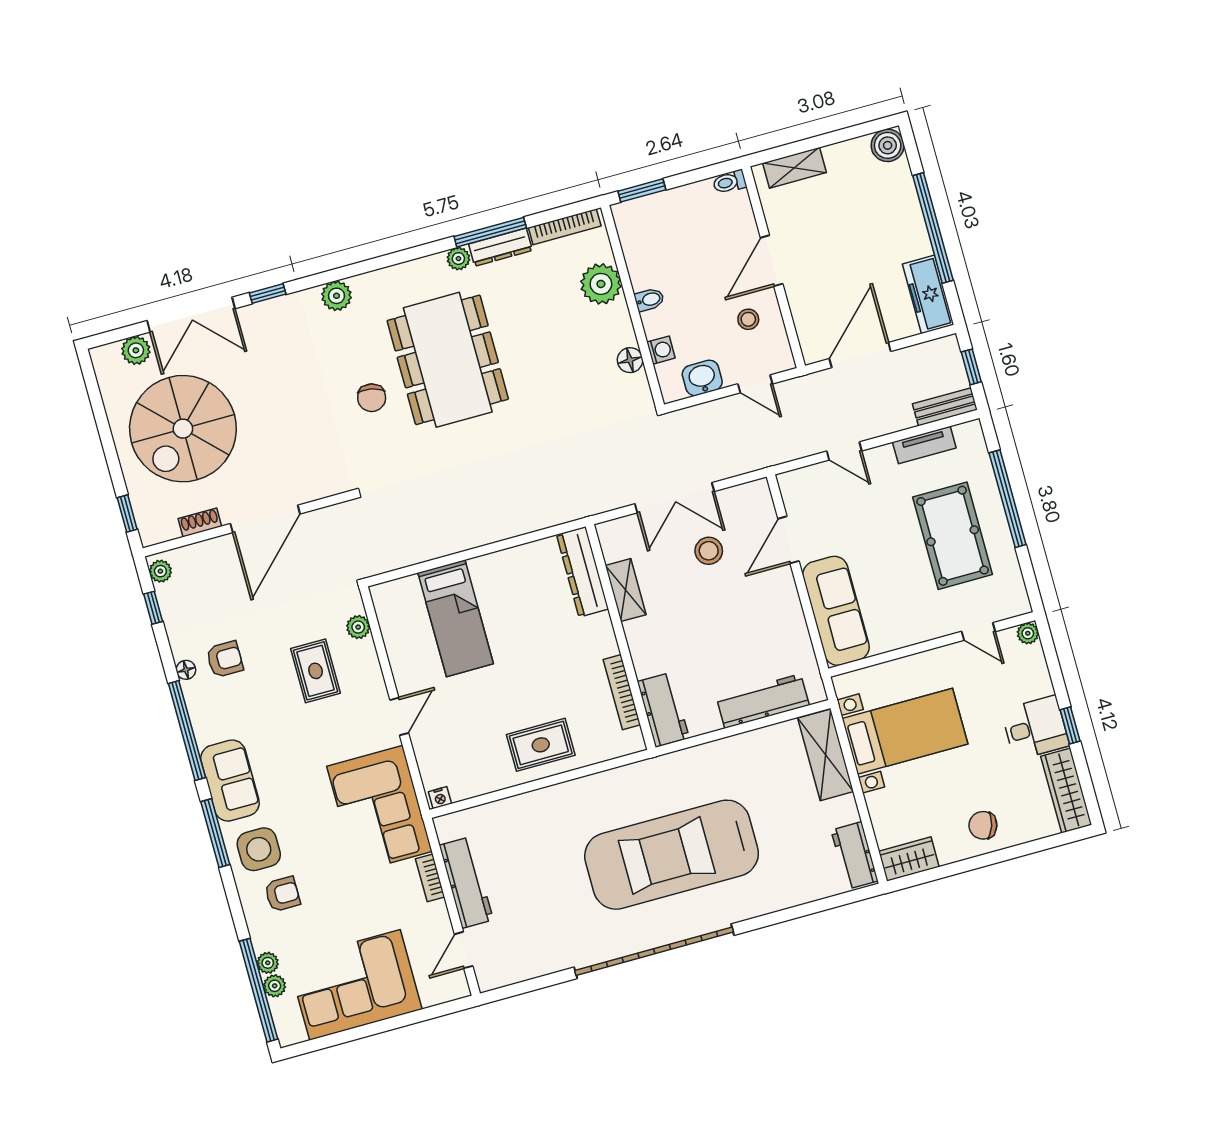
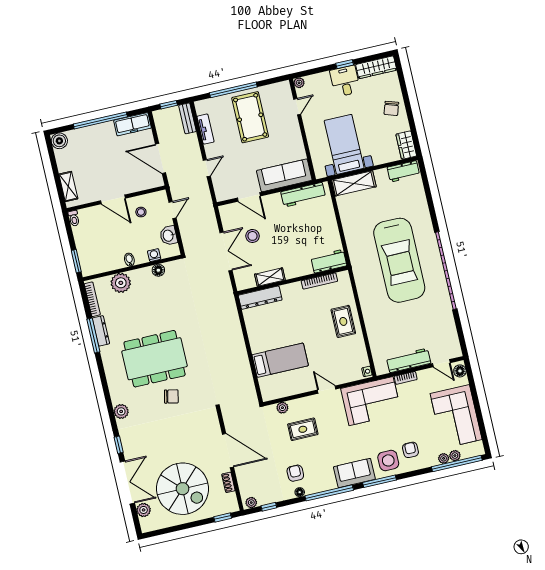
plant: (458, 259) -> (106, 352), removed
pool table: (953, 536) -> (250, 117), turned 90
workbench: (763, 701) -> (303, 195), moved, turned -90
floor lamp: (449, 989) -> (460, 371), added

